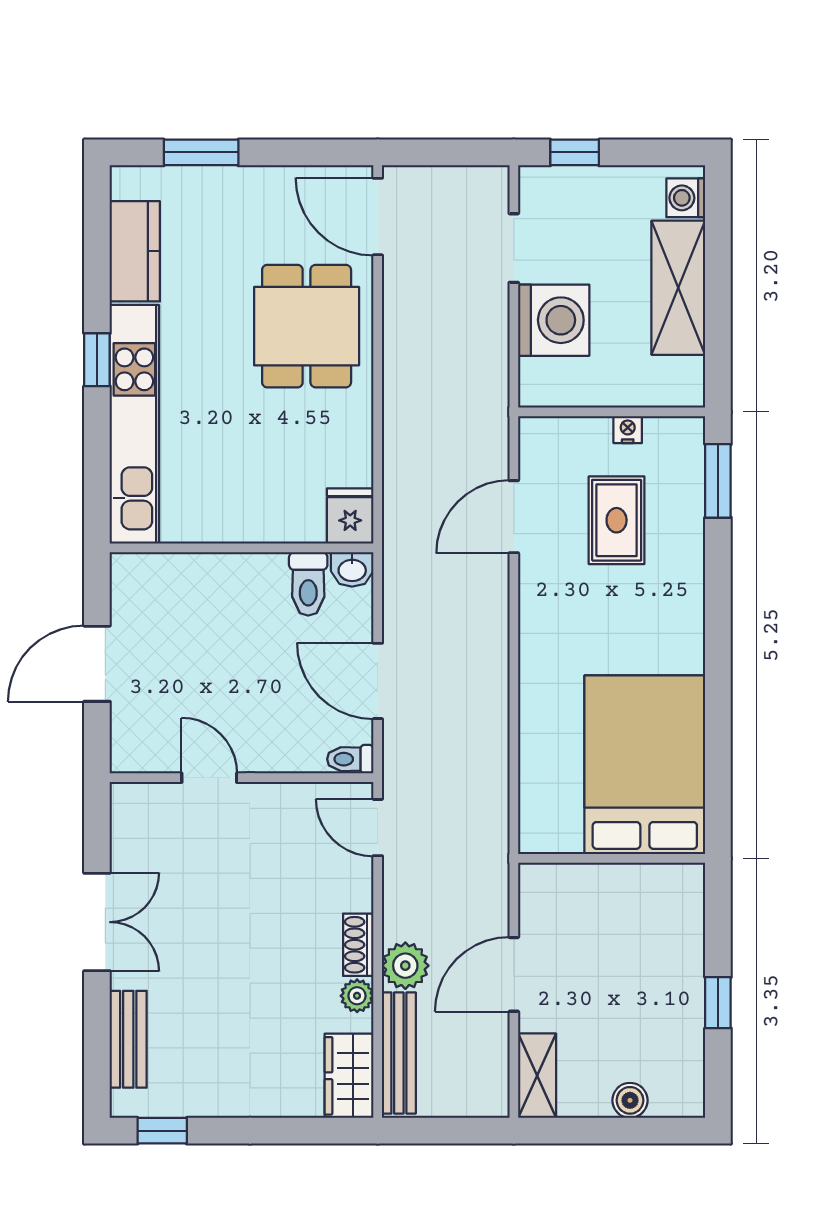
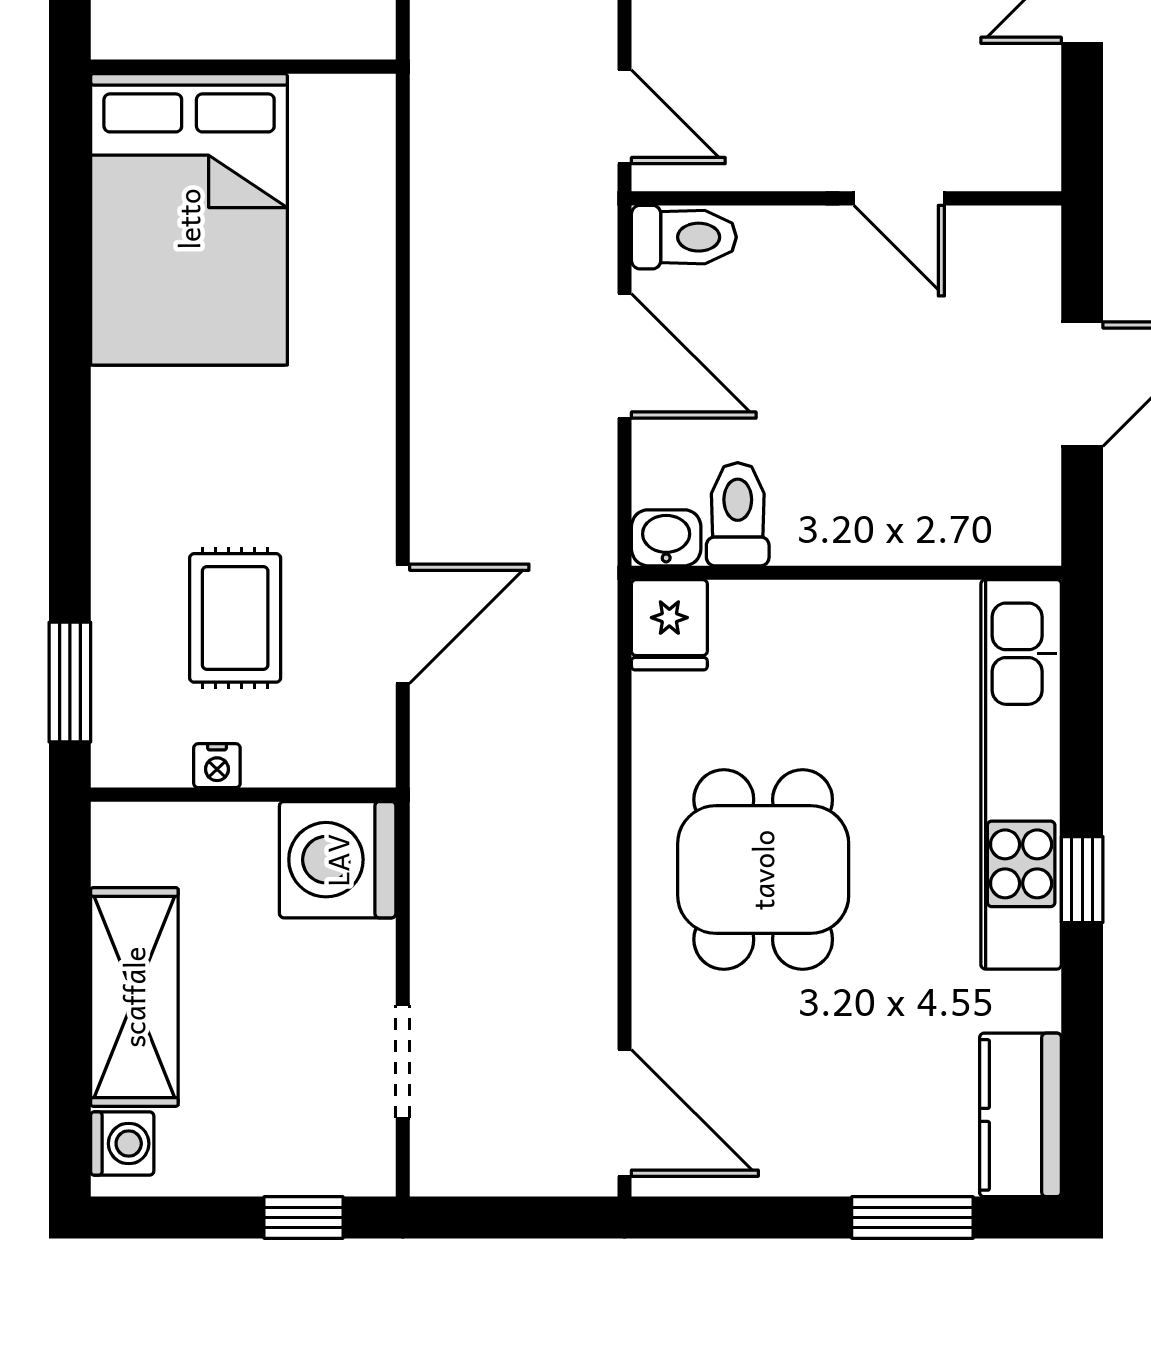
kitchen counter: (135, 251) -> (1020, 1115), moved
washing machine: (554, 320) -> (338, 860), moved
dining table: (307, 326) -> (763, 870), moved
toilet: (350, 759) -> (684, 237), width x1.37, depth x1.39

